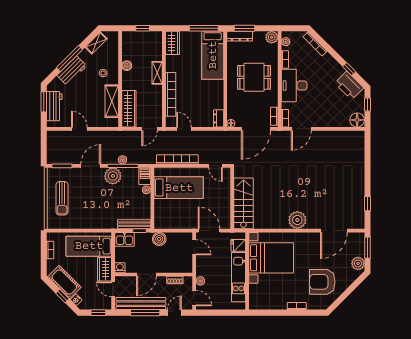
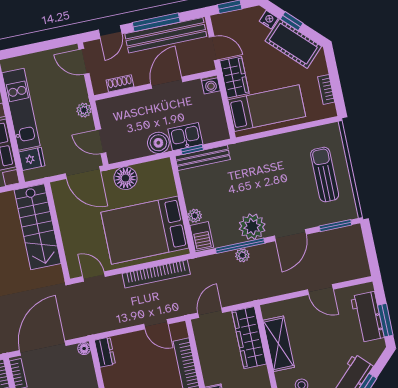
bed: (179, 188) -> (145, 230), width x1.50
floor lamp: (184, 222) -> (125, 178), added
kitchen sink: (124, 239) -> (185, 137), moved
plant: (200, 281) -> (84, 110), moved

